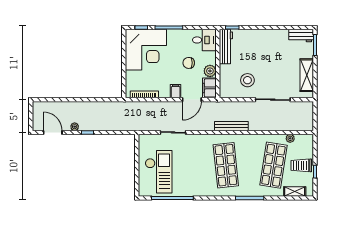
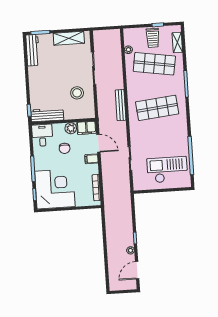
workbench: (301, 35) -> (33, 50), width x1.38

